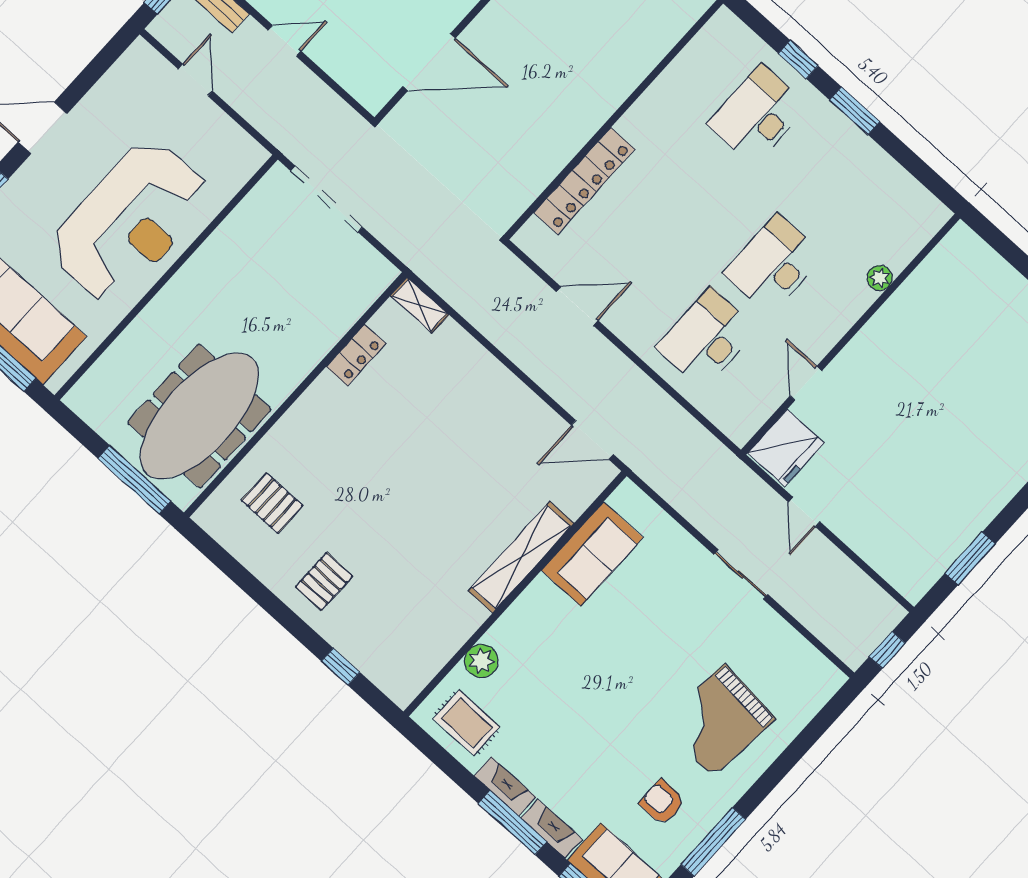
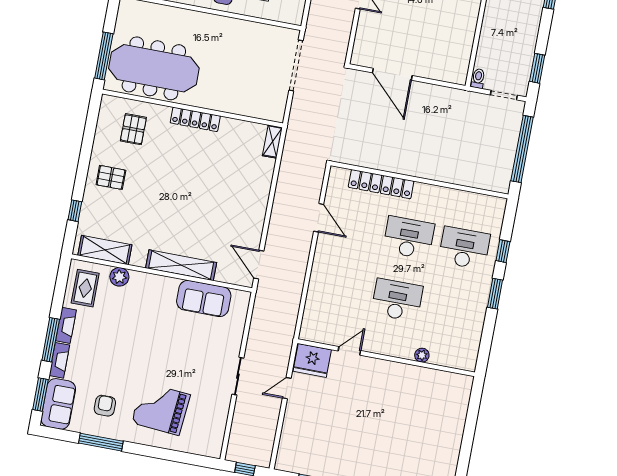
desk: (706, 338) -> (409, 238), moved
locker: (356, 355) -> (195, 119), moved, width x1.53
shelving: (428, 658) -> (105, 250), added

